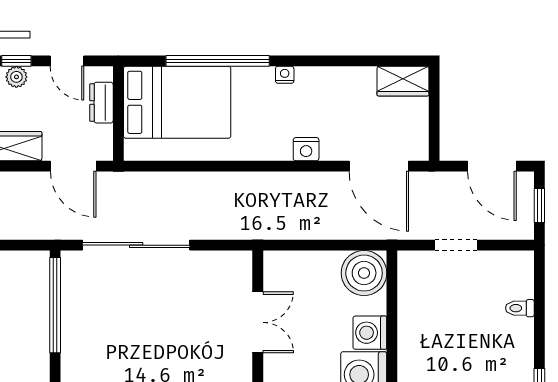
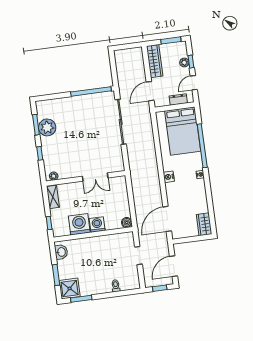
nightstand: (306, 149) -> (169, 177), moved
boiler: (364, 273) -> (127, 223), width x0.54, depth x0.54

